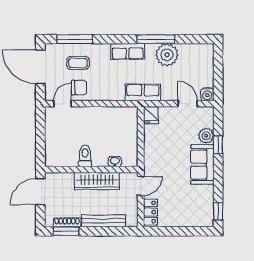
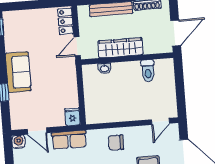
chair: (79, 88) -> (116, 143), moved
row of seats: (143, 92) -> (69, 140), moved
plant: (206, 136) -> (16, 101), removed
toilet: (85, 156) -> (148, 71), moved

